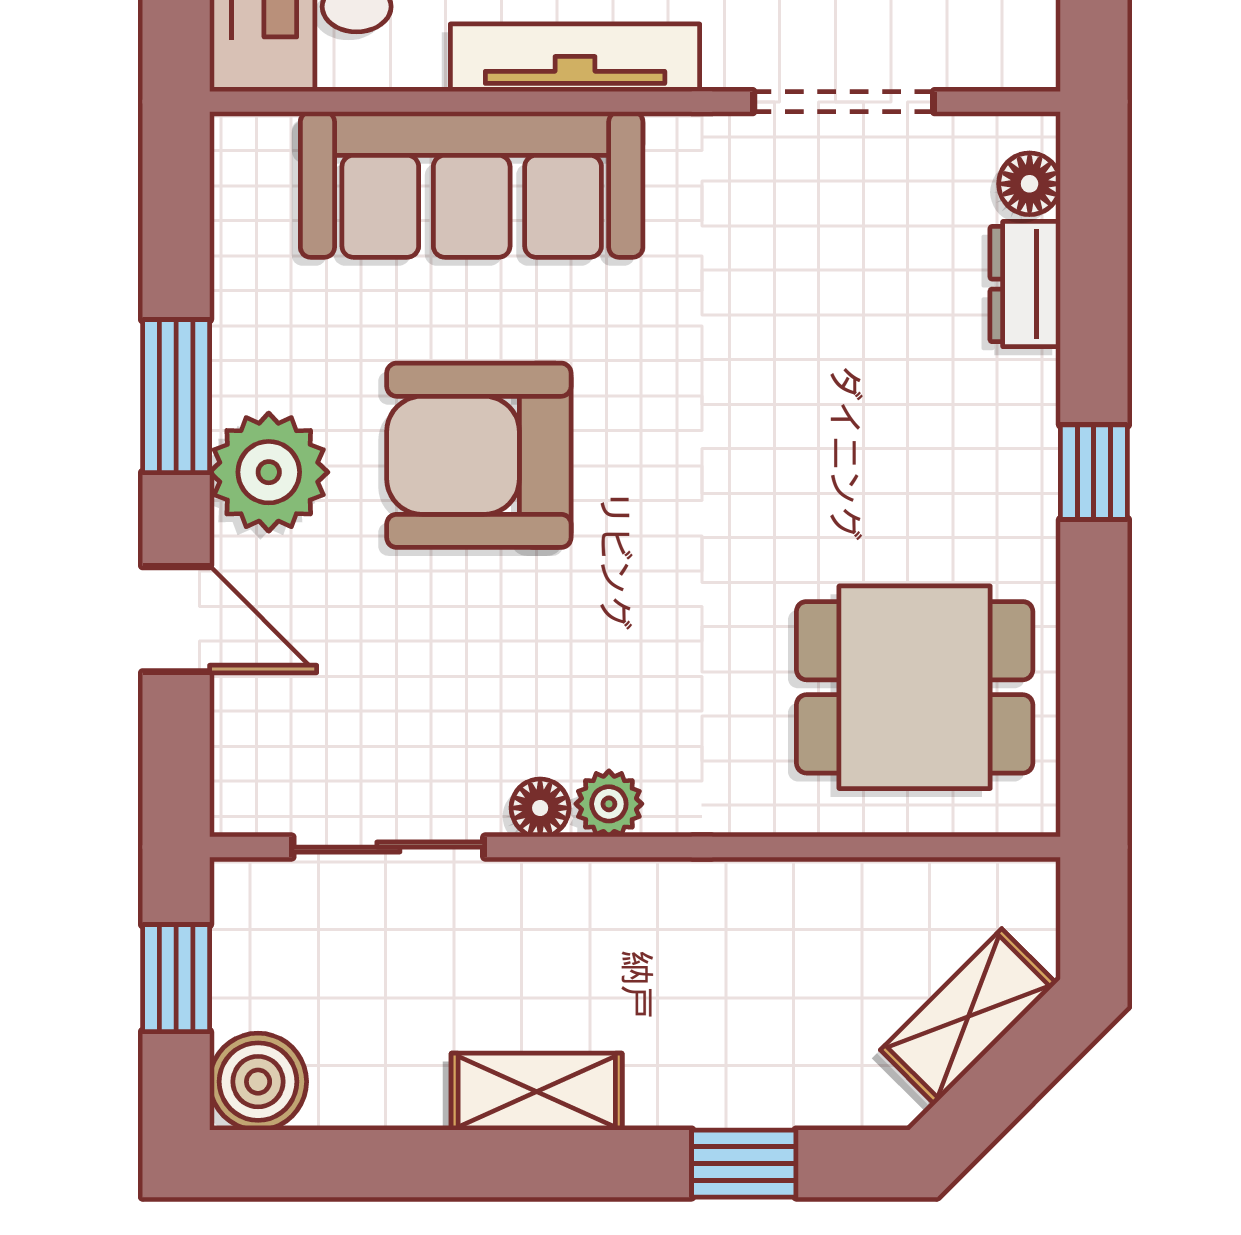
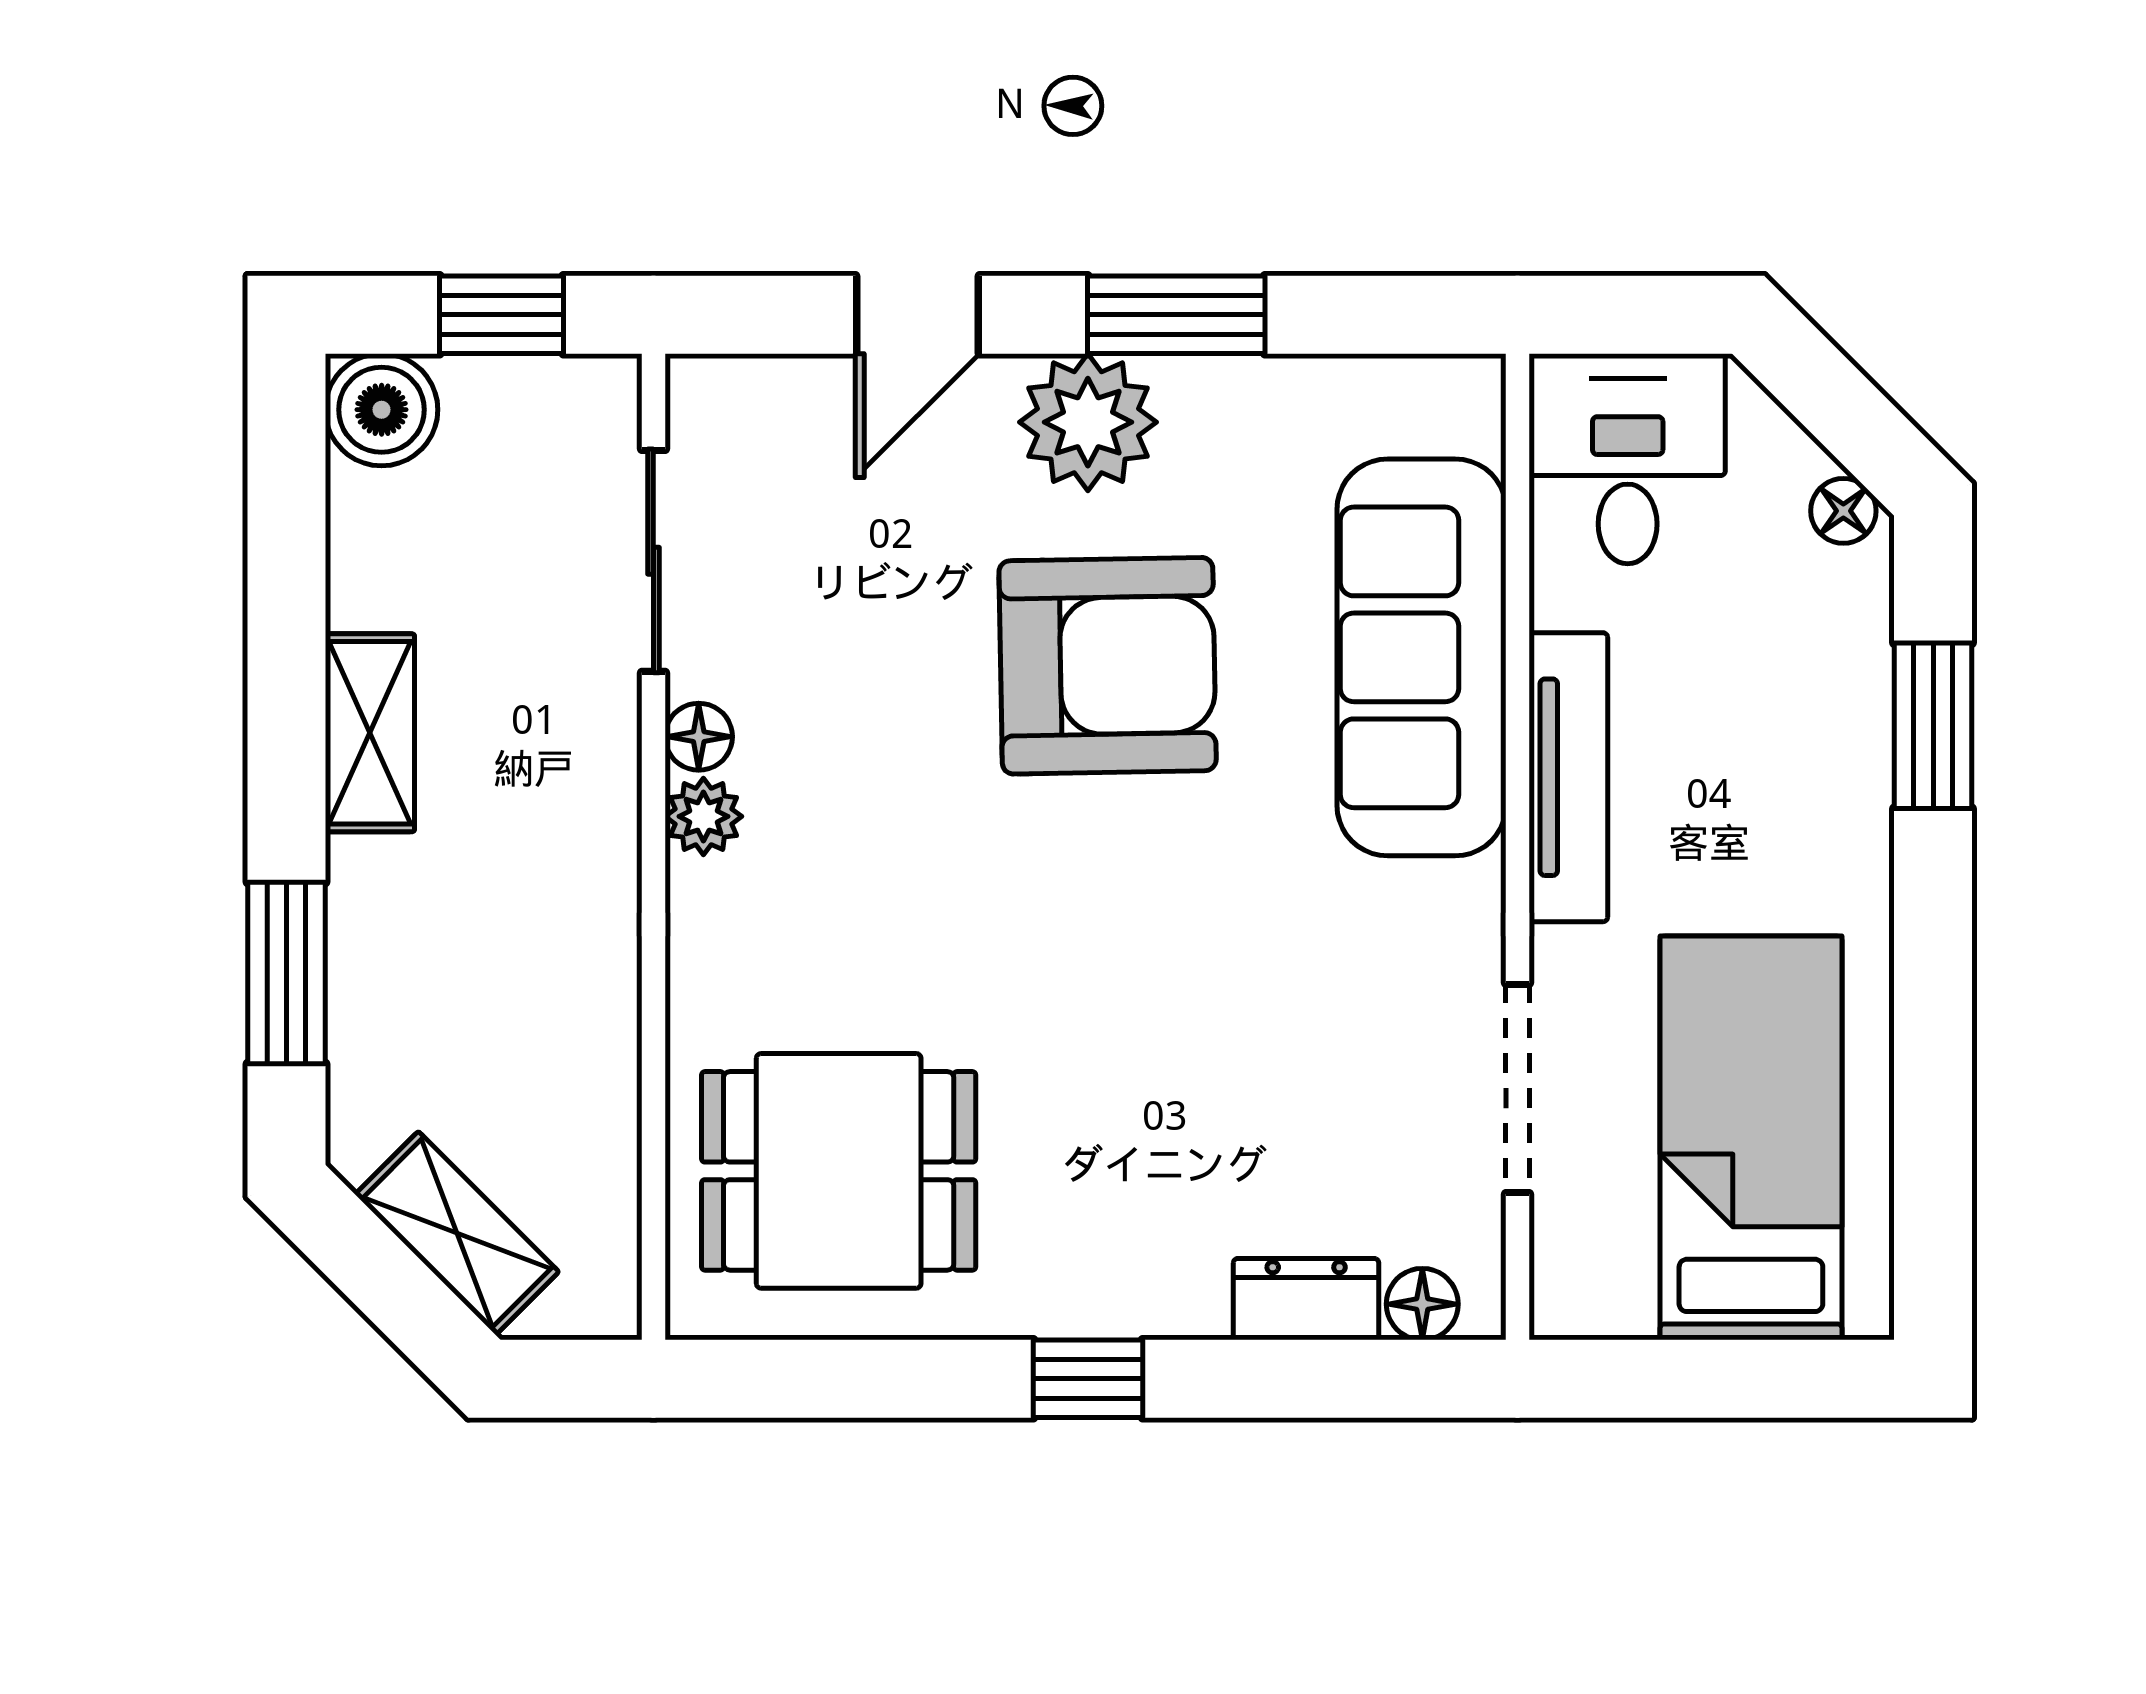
armchair: (479, 455) -> (1108, 666), turned 89
dining table: (915, 687) -> (839, 1171), turned 90
window: (744, 1164) -> (286, 973), width x1.50

